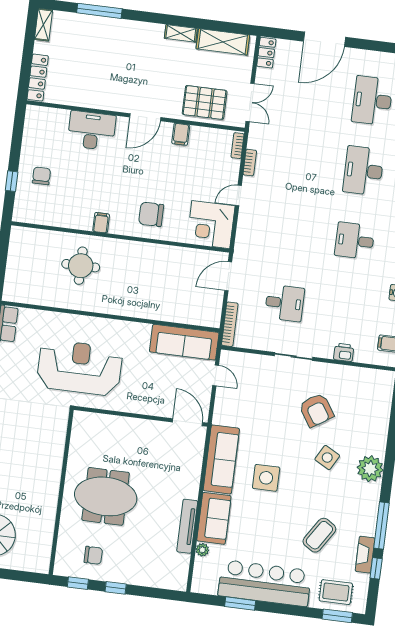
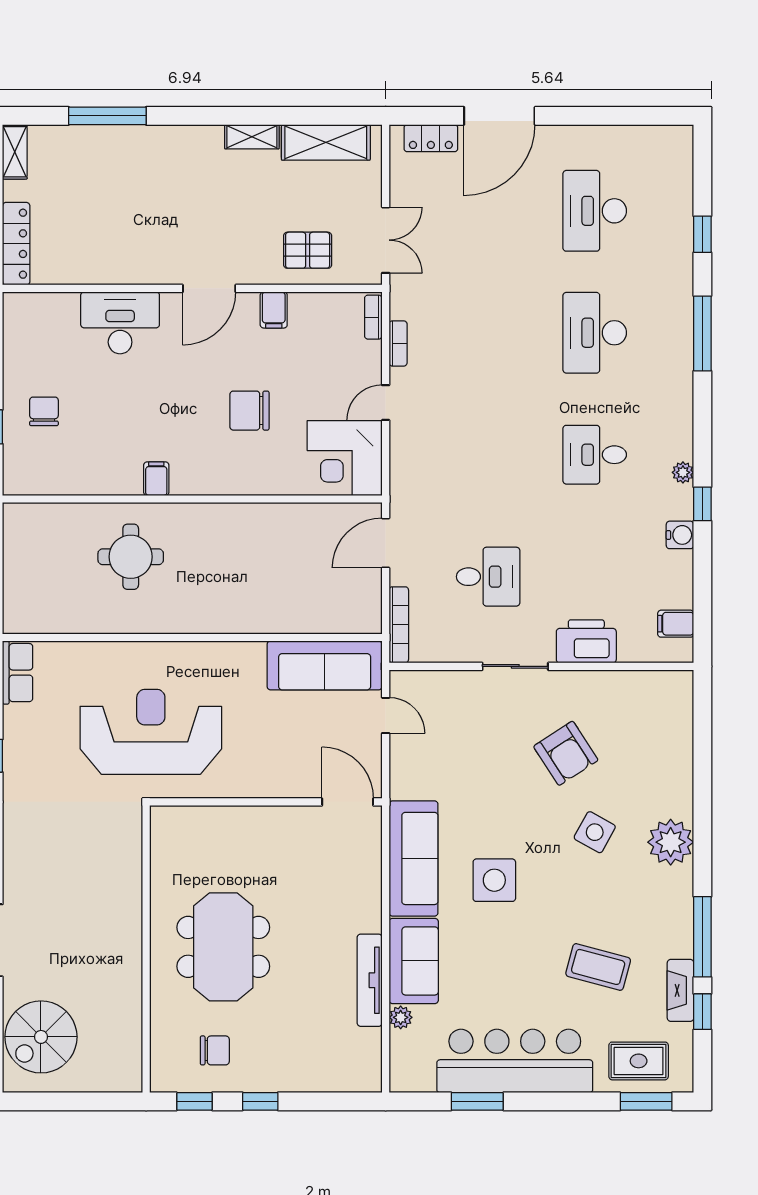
locker: (266, 53) -> (431, 138), moved, turned 90
pallet: (205, 102) -> (308, 250), width x0.67, depth x0.71
chair: (151, 214) -> (250, 411), moved
printer: (344, 352) -> (586, 641), width x1.87, depth x1.48
meeting table: (106, 496) -> (223, 947), turned 90
coffee table: (319, 535) -> (598, 967), turned 72

